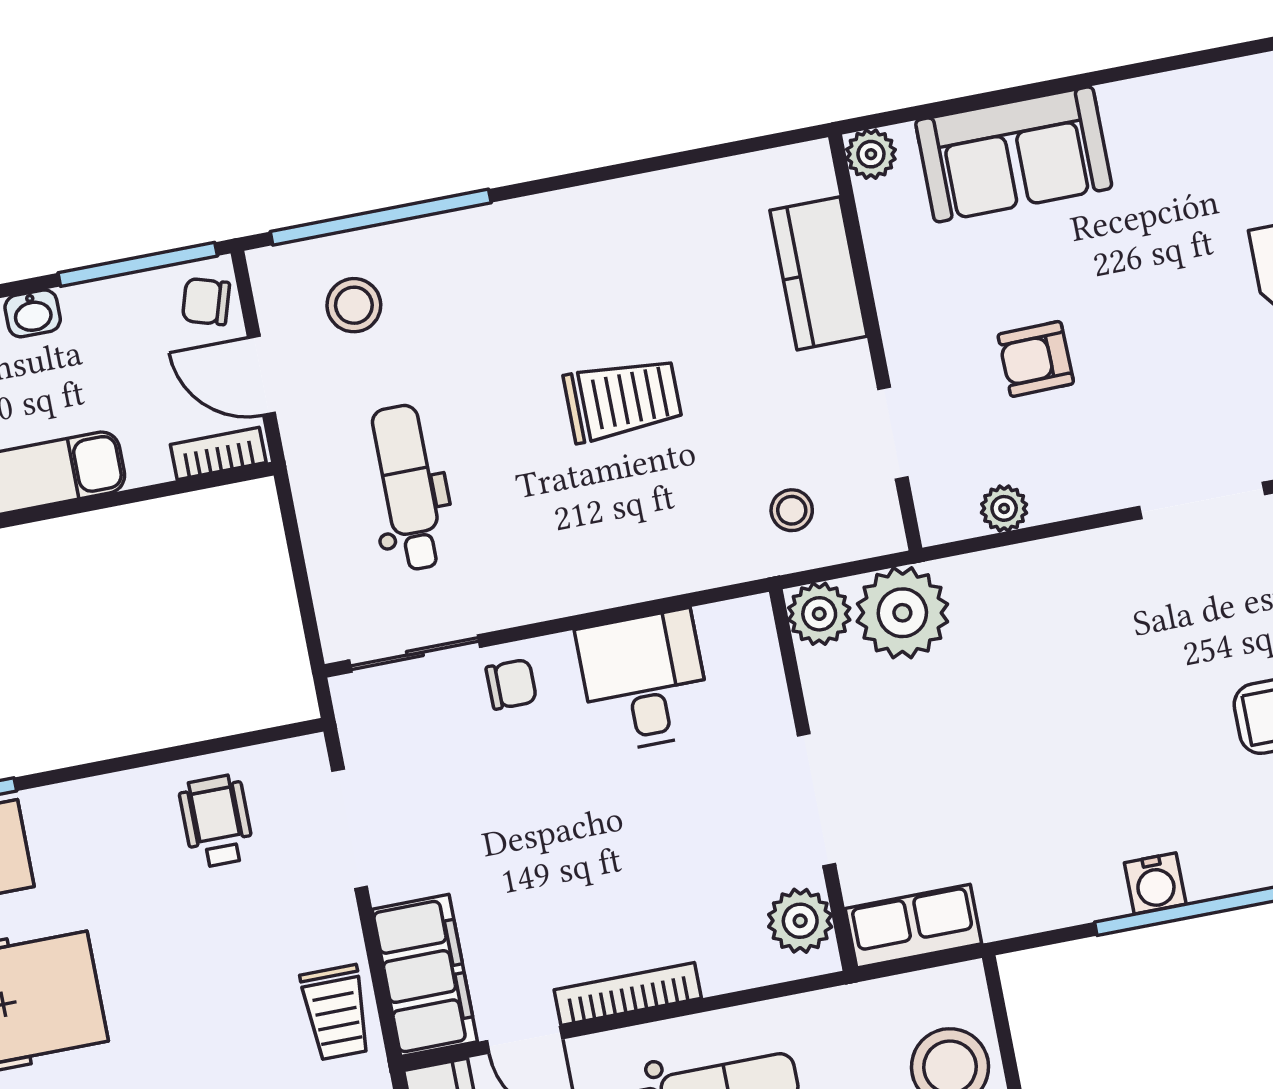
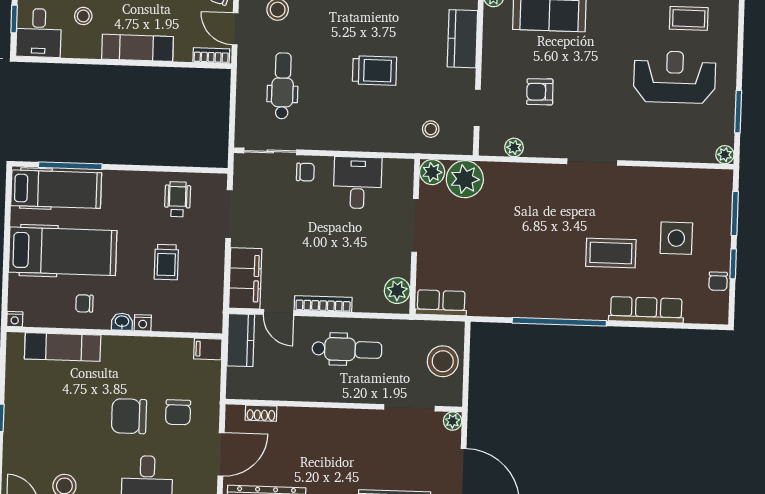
doorway: (816, 800) -> (415, 225), moved
water cooler: (1155, 883) -> (540, 308), removed
trolley: (336, 1012) -> (166, 262), moved

